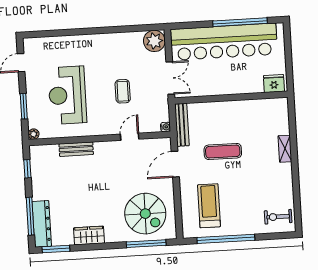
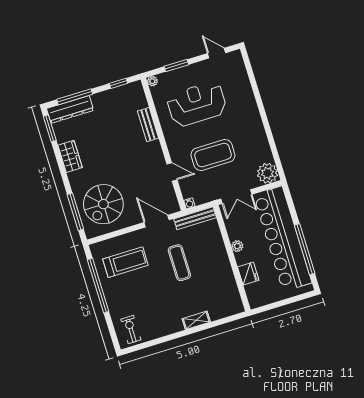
fridge: (274, 84) -> (248, 274), moved
plant: (220, 89) -> (237, 246), added
coffee table: (123, 91) -> (213, 155), width x1.86, depth x1.72

